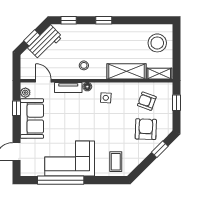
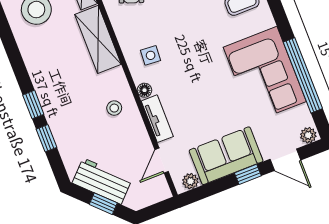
window: (69, 20) -> (46, 138), moved
window: (16, 108) -> (248, 174), moved
plant: (25, 170) -> (308, 135), added

